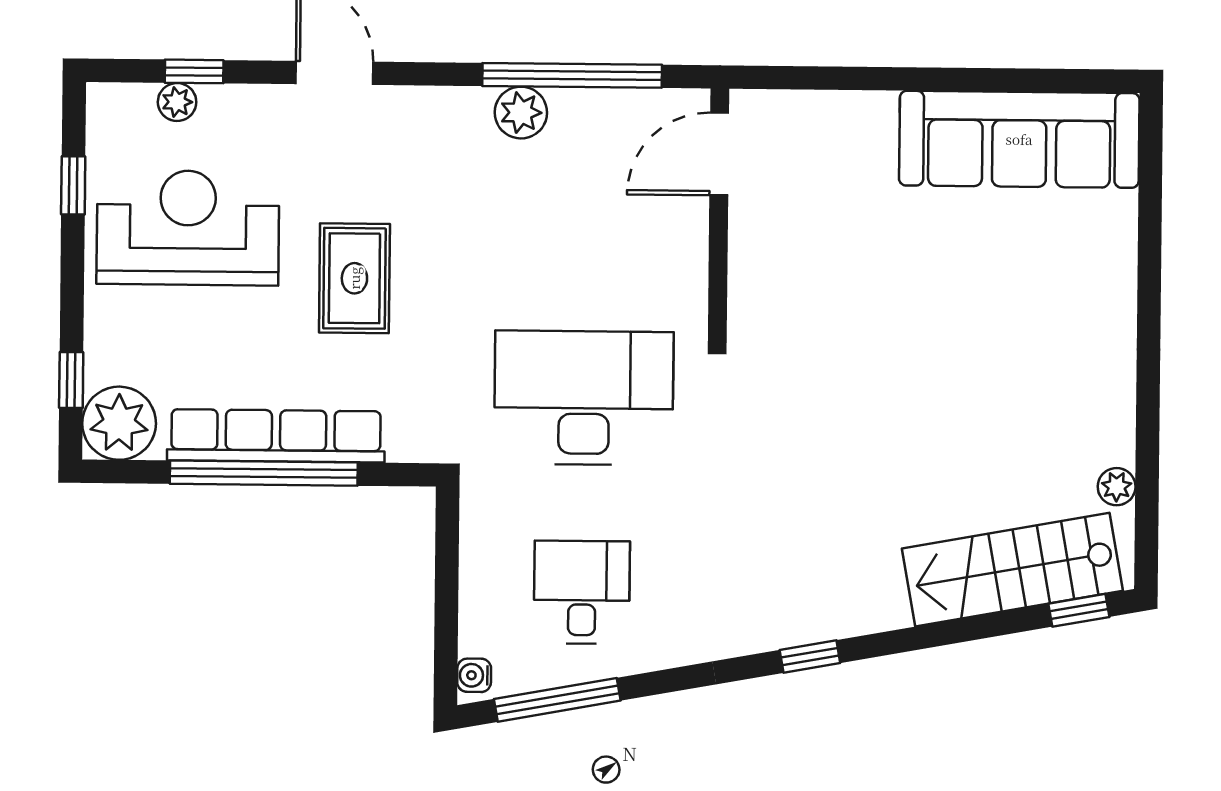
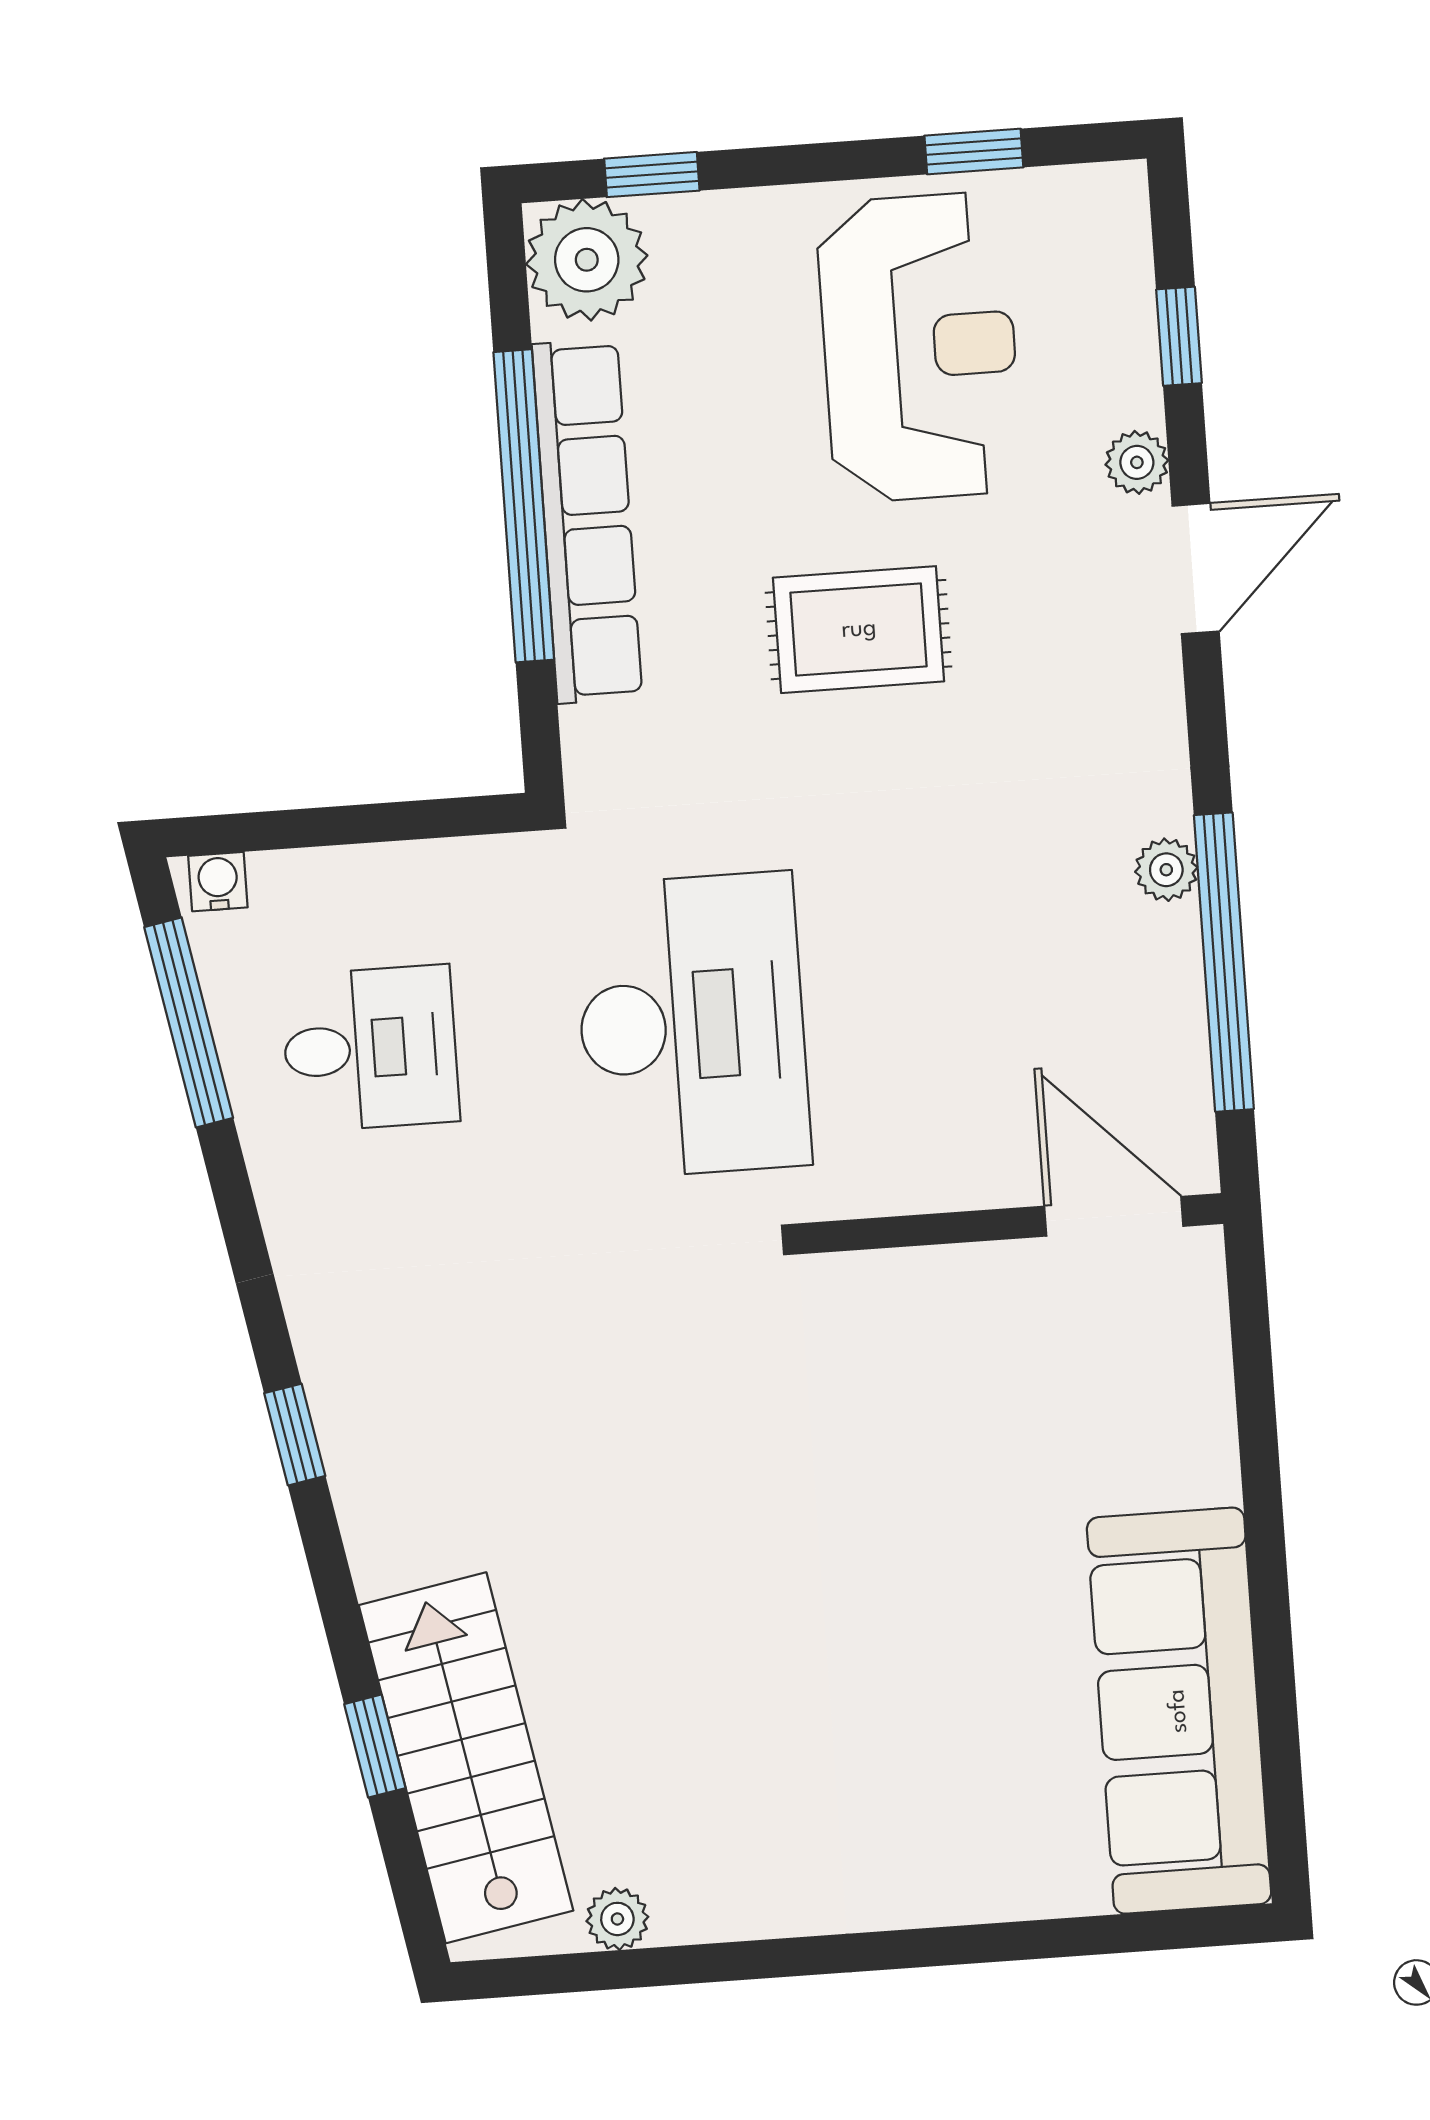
plant: (177, 102) -> (1137, 462), moved
plant: (521, 113) -> (1166, 870), width x0.73, depth x0.73
window: (1079, 610) -> (375, 1746), moved

